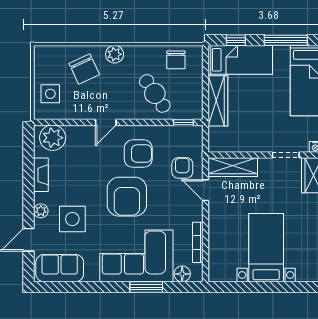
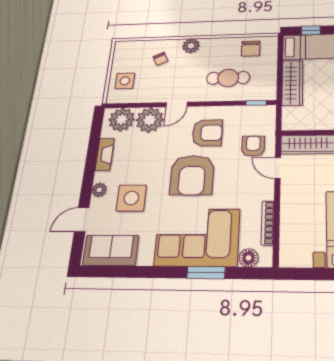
chair: (84, 69) -> (160, 59), width x0.54, depth x0.54
cafe table: (155, 93) -> (228, 78), turned -56
plant: (81, 139) -> (150, 120), added

